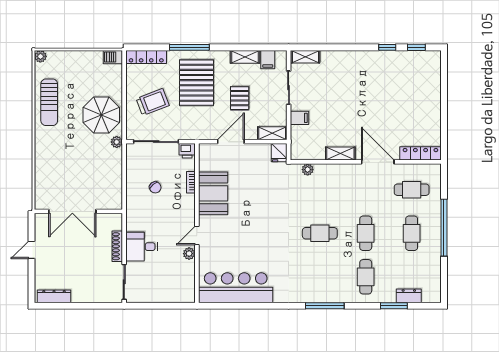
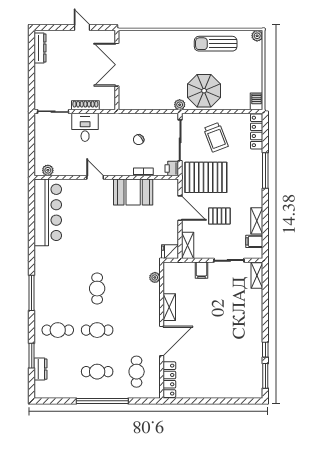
window: (416, 47) -> (265, 376), width x1.50
pallet: (196, 83) -> (206, 177), moved
plant: (189, 254) -> (48, 170), moved

